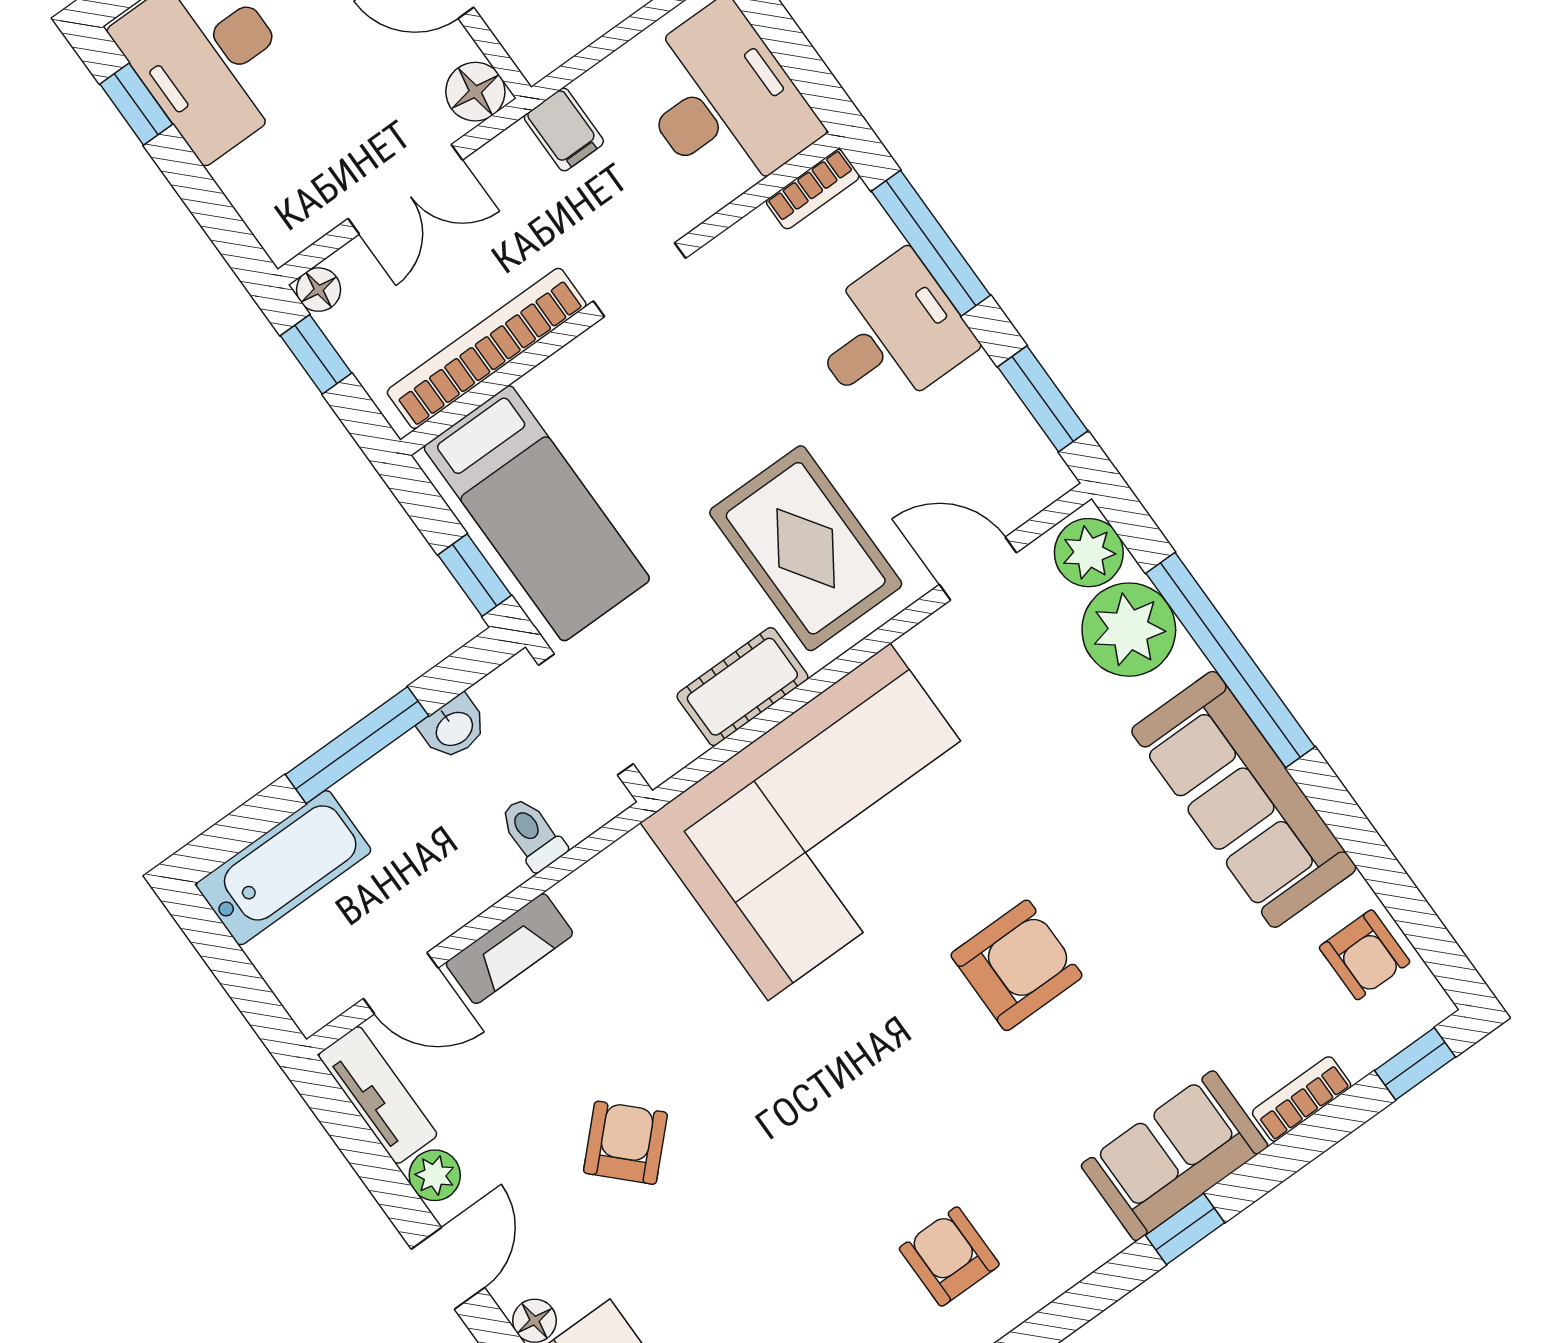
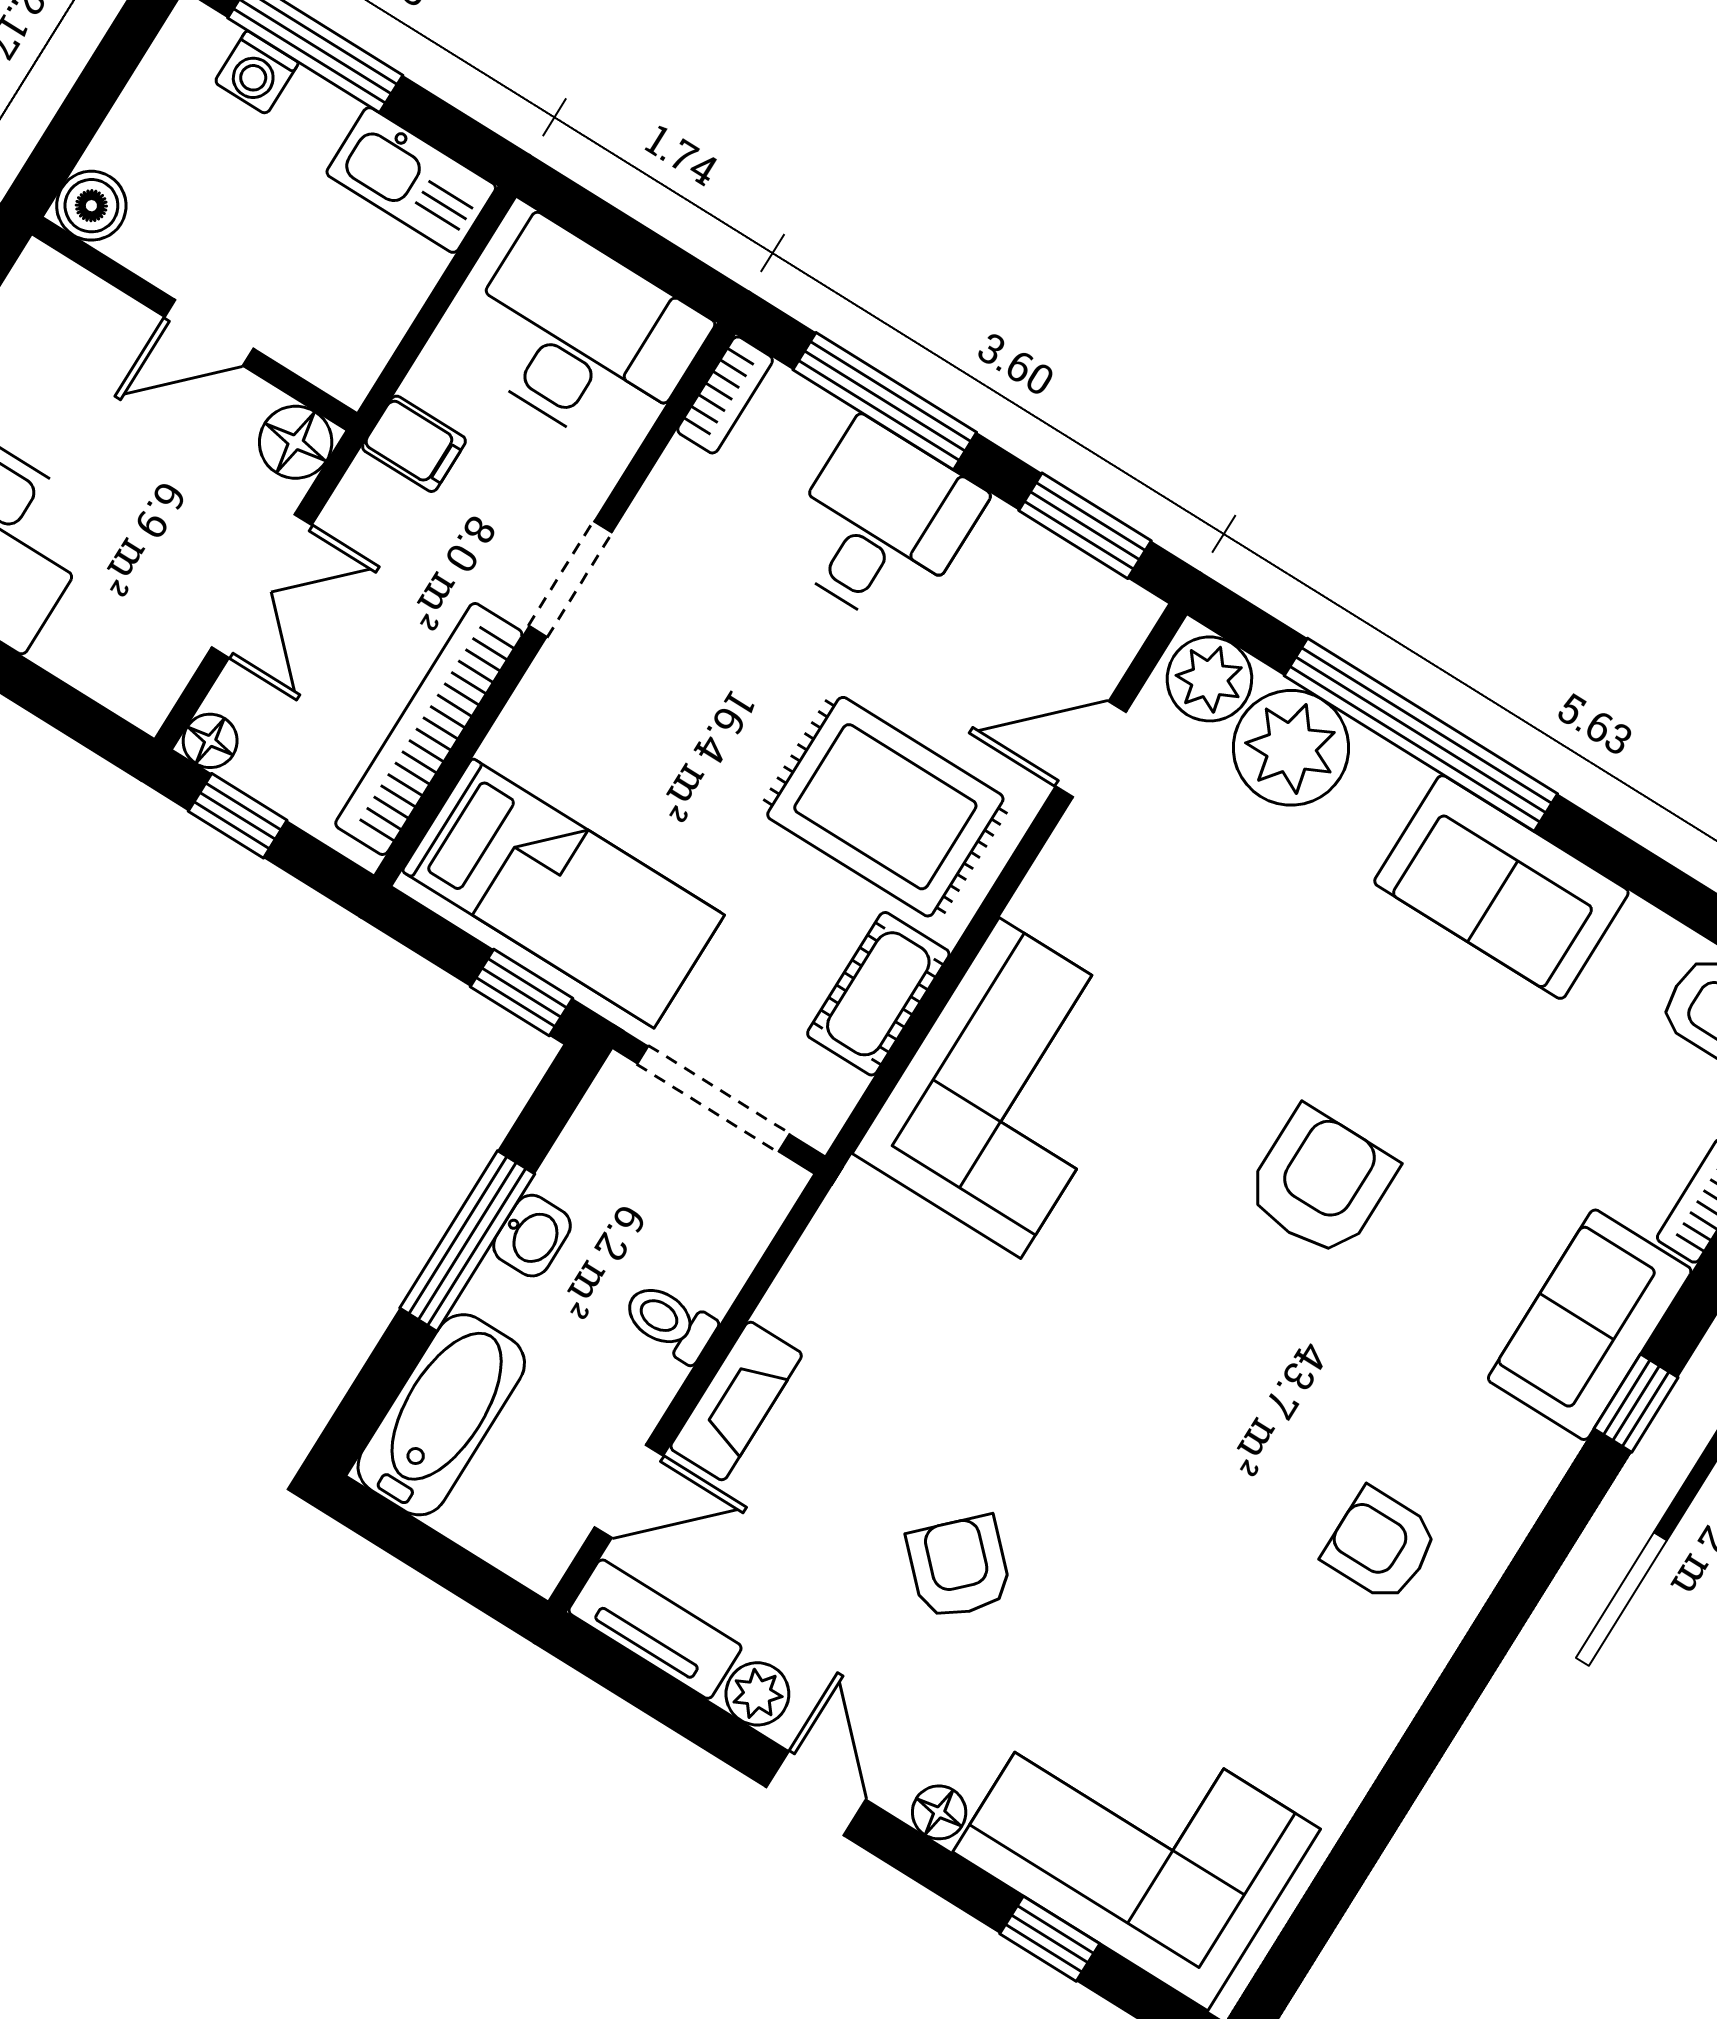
washbasin: (454, 728) -> (532, 1236), moved
sofa: (1244, 799) -> (1501, 887), width x0.73
corner sofa: (829, 822) -> (1010, 1088), width x0.73, depth x0.74
toilet: (532, 834) -> (669, 1322), moved

